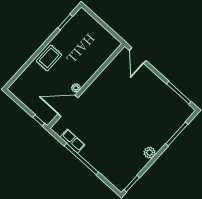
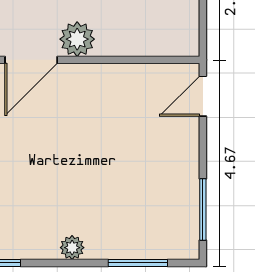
plant: (76, 88) -> (77, 39), width x1.87, depth x1.87
door: (68, 106) -> (31, 60), swing flipped

